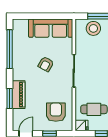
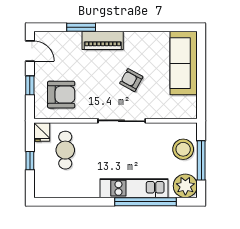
sofa: (51, 28) -> (184, 63), moved
window: (10, 49) -> (153, 27), removed
piano: (19, 95) -> (103, 40), moved

